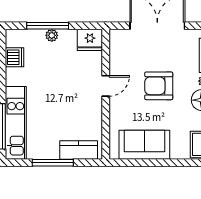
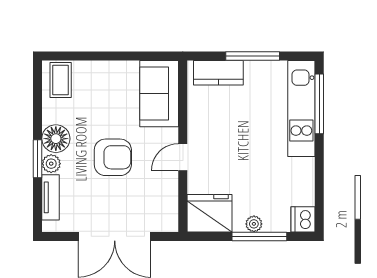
fridge: (90, 40) -> (210, 213), width x1.36, depth x1.34
dishwasher: (14, 57) -> (303, 219), moved
sofa: (144, 145) -> (159, 94), moved, turned 90

